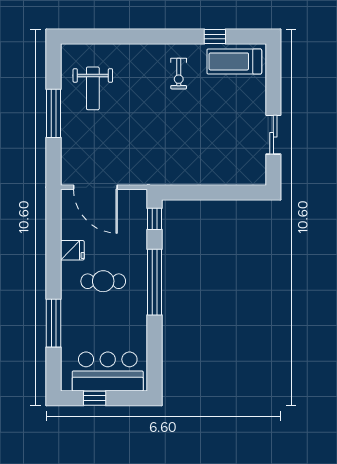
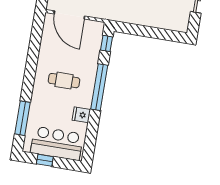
fridge: (72, 250) -> (81, 115), moved, turned 180
window: (53, 323) -> (23, 118), moved

